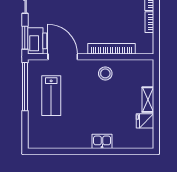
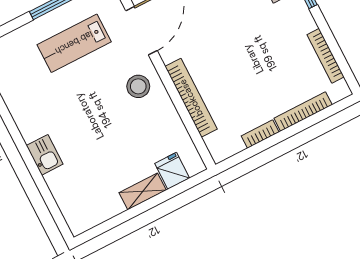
stool: (105, 73) -> (138, 86), moved
fridge: (145, 121) -> (172, 171), moved

